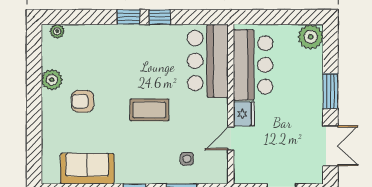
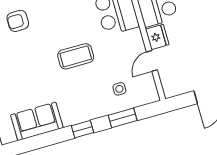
armchair: (83, 101) -> (18, 21), moved

